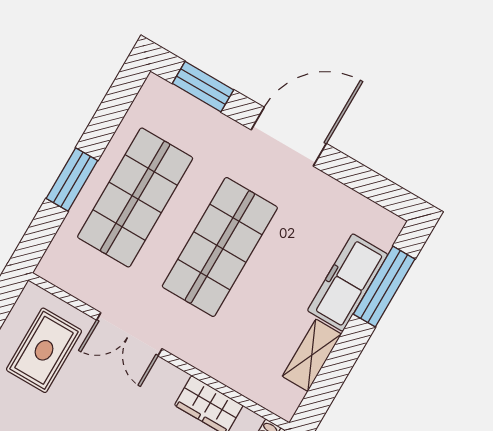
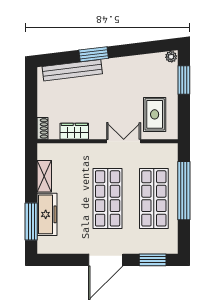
window: (72, 179) -> (184, 191), width x2.11

